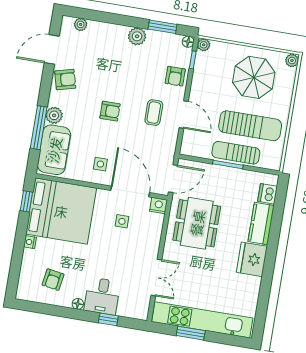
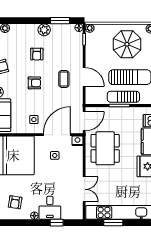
armchair: (175, 76) -> (37, 54), moved
door: (130, 191) -> (57, 135), hinge flipped

